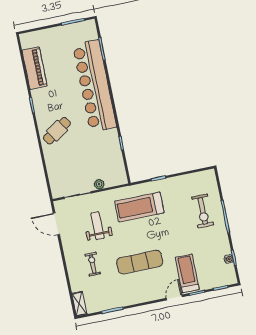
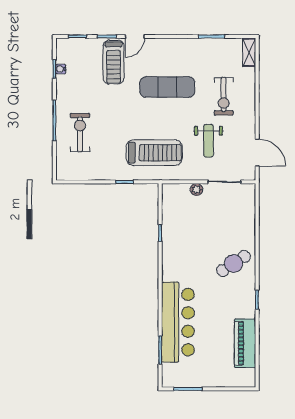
bar counter: (95, 86) -> (178, 322), width x0.73
exercise bike: (93, 264) -> (224, 96), width x1.38, depth x1.39

